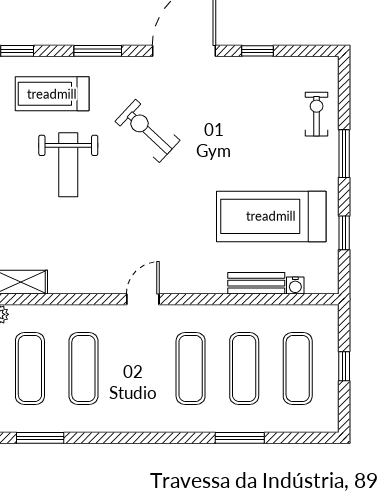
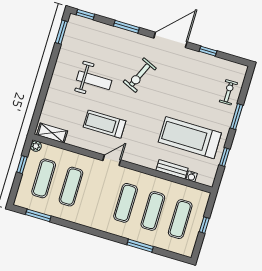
treadmill: (52, 94) -> (104, 124), moved
exercise bike: (147, 131) -> (140, 75), turned -109
weight bench: (68, 165) -> (94, 80), turned -90

